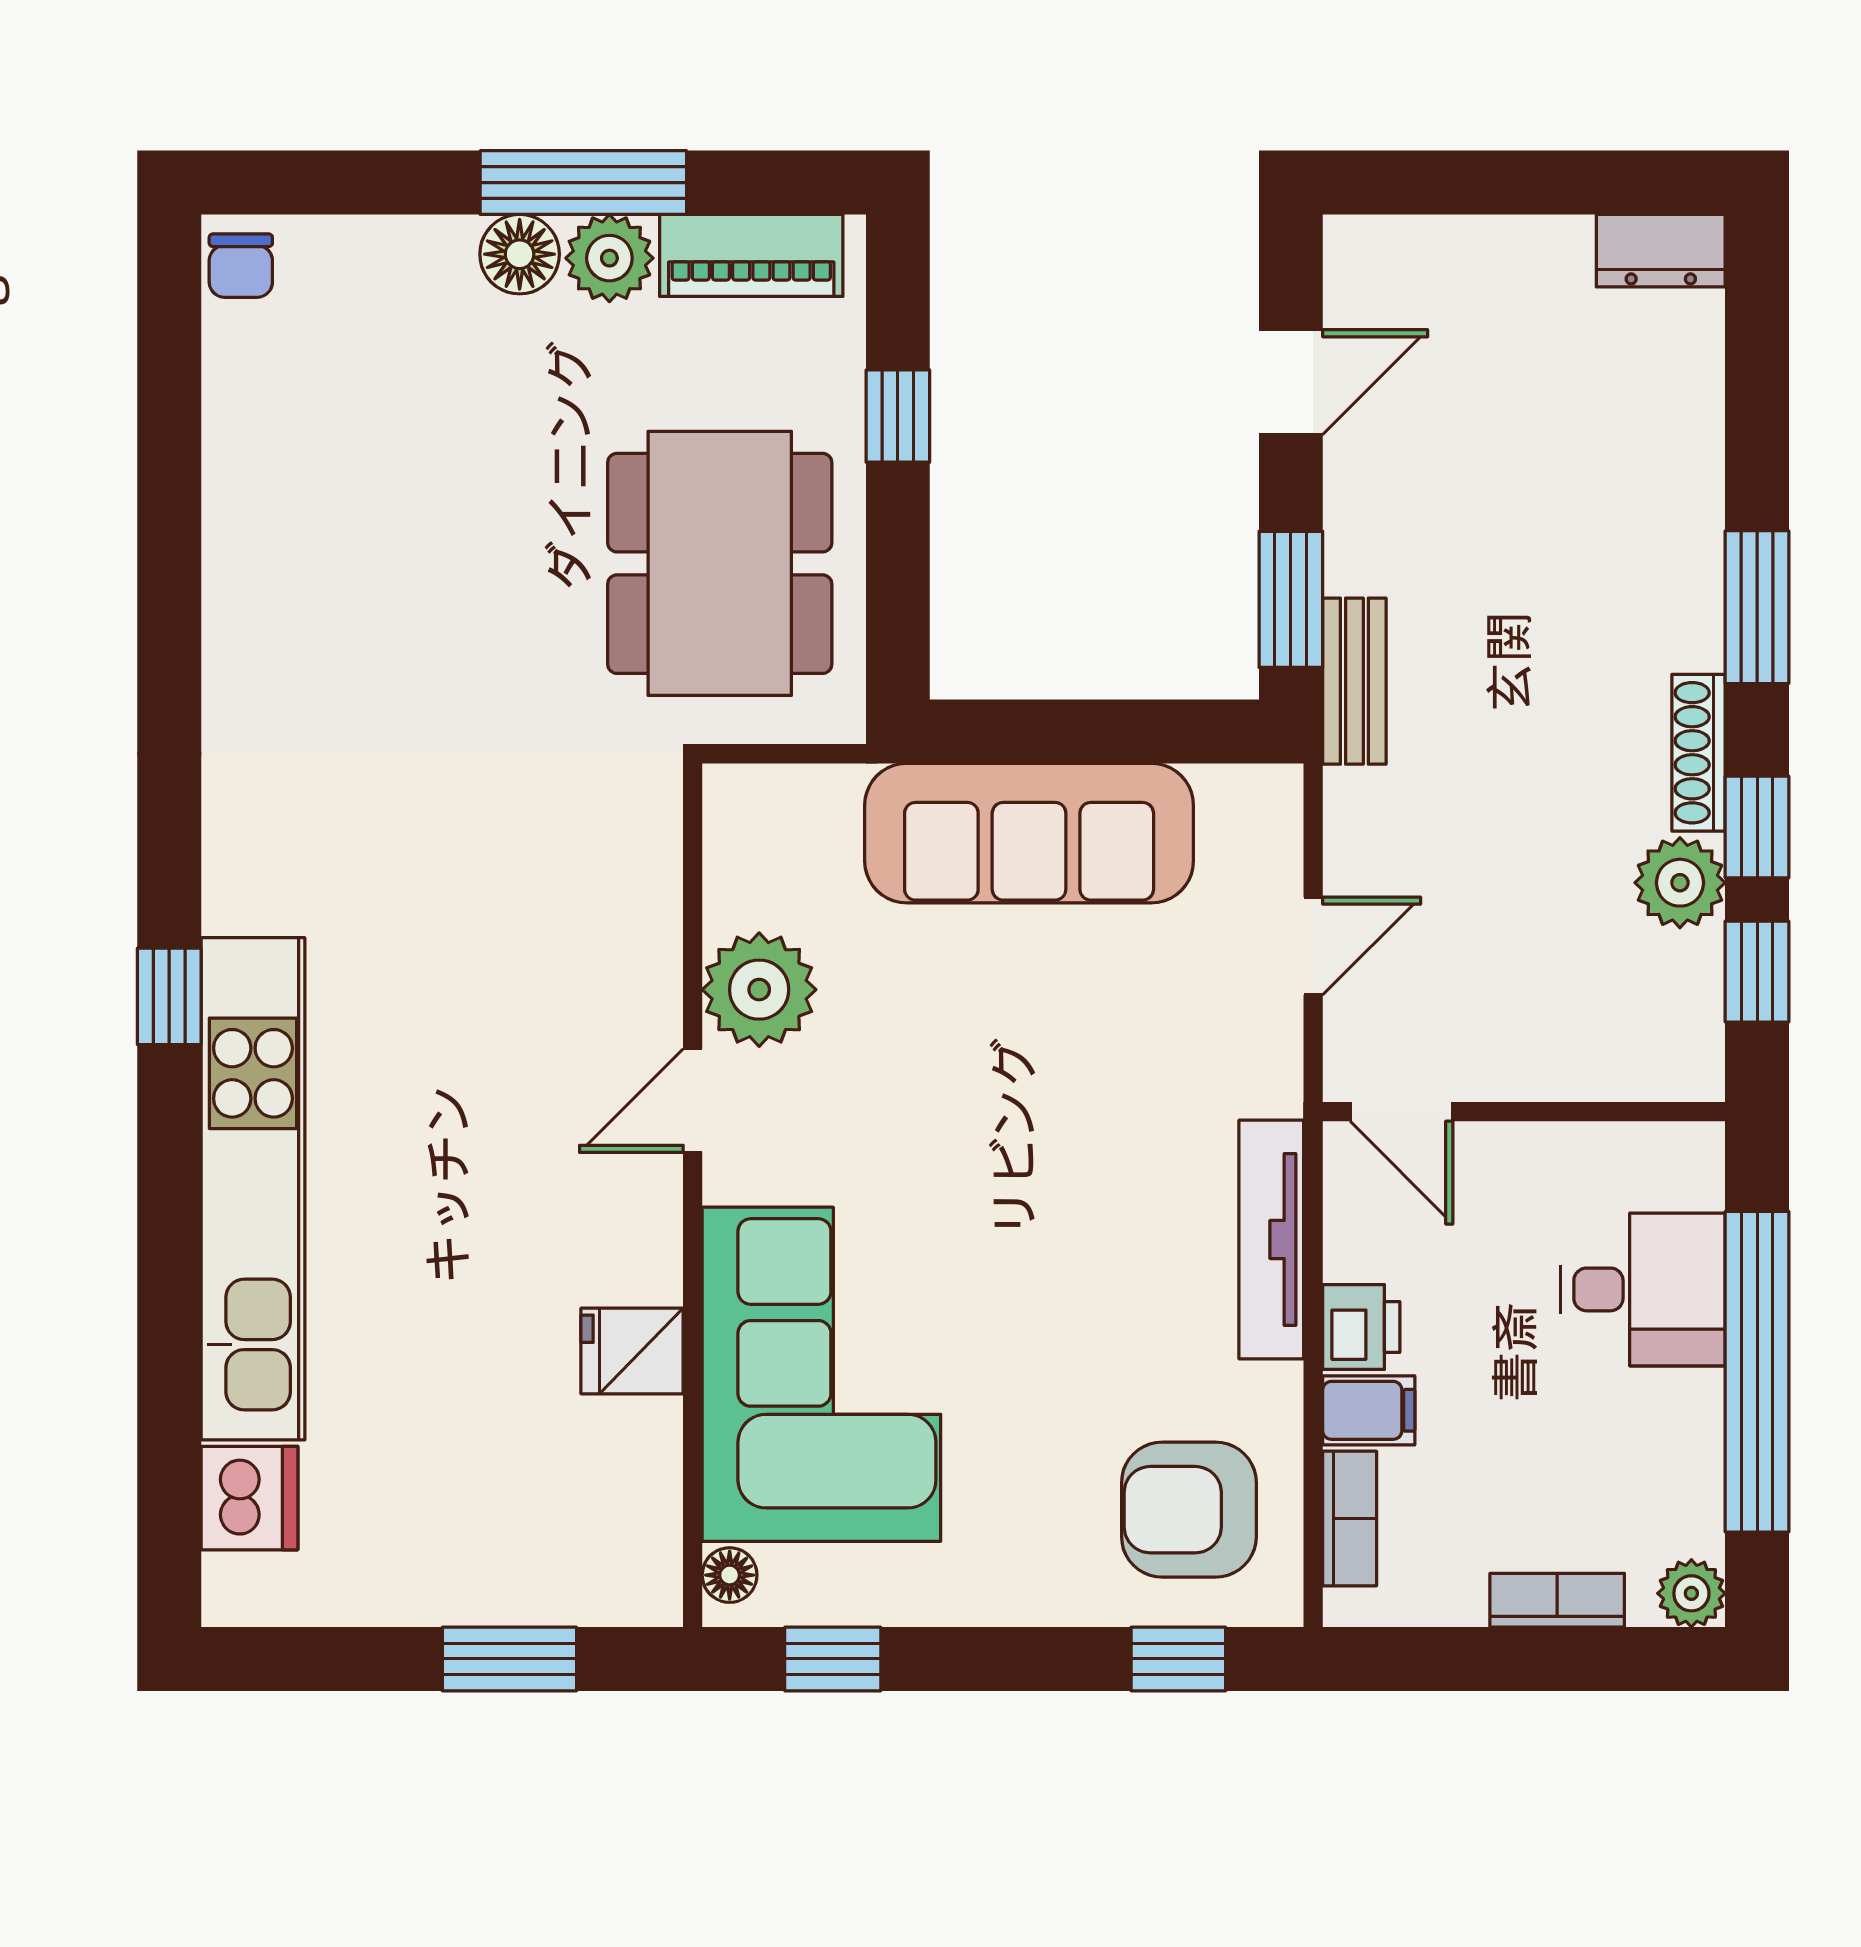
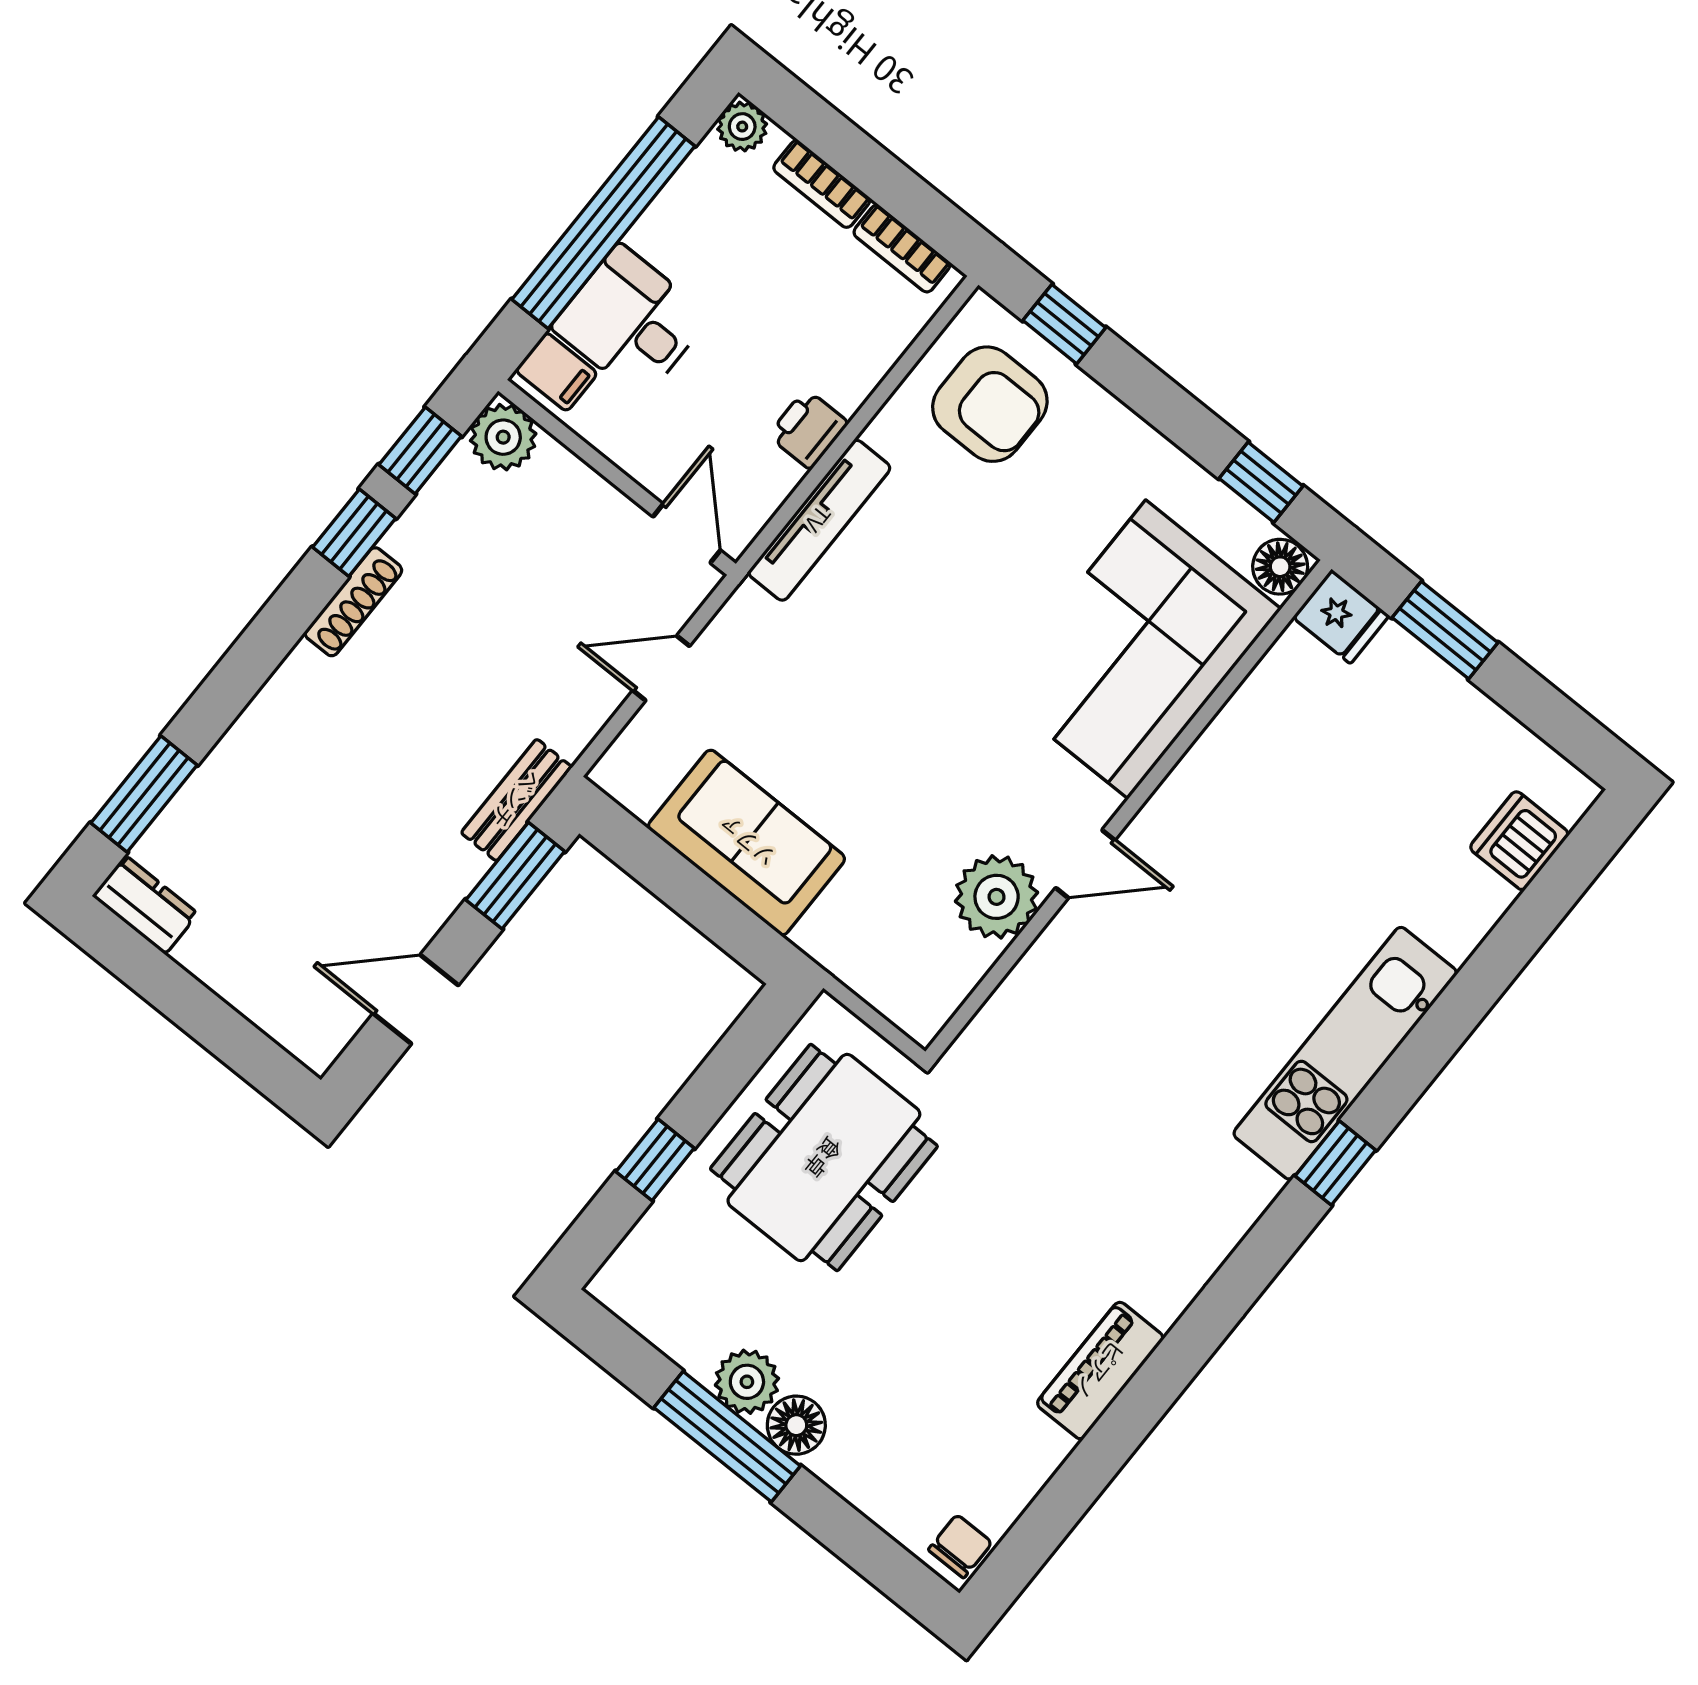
piano: (751, 255) -> (1100, 1371), moved, turned -90
window: (1757, 607) -> (144, 794), moved
sofa: (1029, 833) -> (746, 842), width x0.73
plant: (1680, 883) -> (503, 437), moved
kitchen unit: (253, 1189) -> (1345, 1053), width x0.73
fridge: (632, 1351) -> (1341, 617), moved
filing cabinet: (1369, 1410) -> (556, 372), moved, turned 180
bookcase: (1350, 1519) -> (902, 249), moved, turned -90
floor lamp: (730, 1575) -> (1280, 567), width x1.37, depth x1.37

